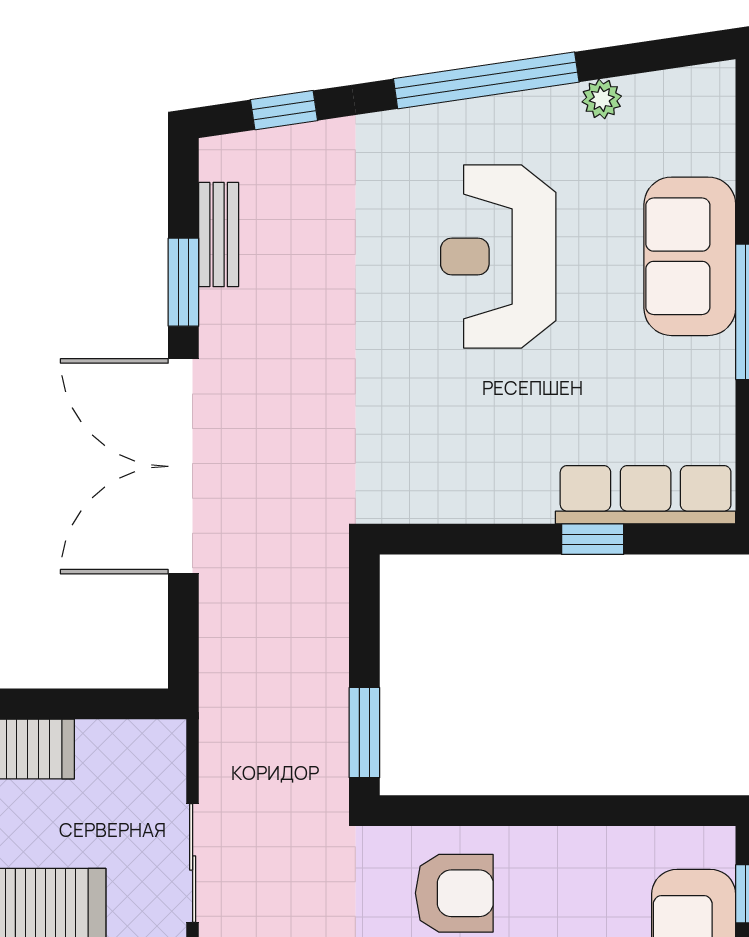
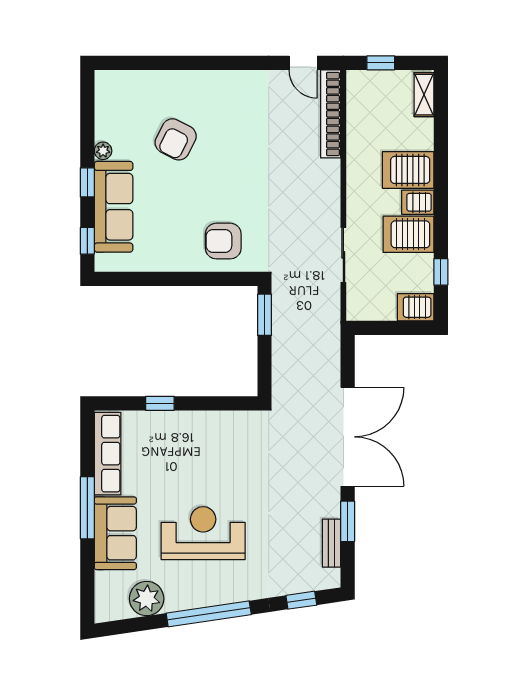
plant: (602, 99) -> (147, 599), width x1.87, depth x1.87
reception desk: (498, 256) -> (203, 533), turned -90
row of seats: (646, 495) -> (108, 454), moved, turned -90

